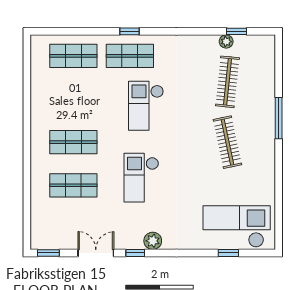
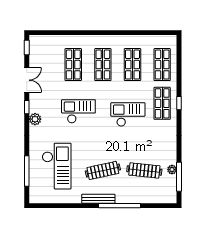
window: (237, 31) -> (179, 177), width x2.17
shop shelf: (73, 99) -> (133, 65), added
window: (279, 118) -> (119, 206), width x1.46
bench: (269, 149) -> (98, 199), added
checkout: (237, 226) -> (57, 166), moved
window: (228, 253) -> (27, 171), width x2.17

